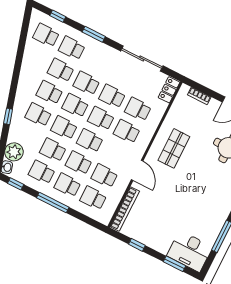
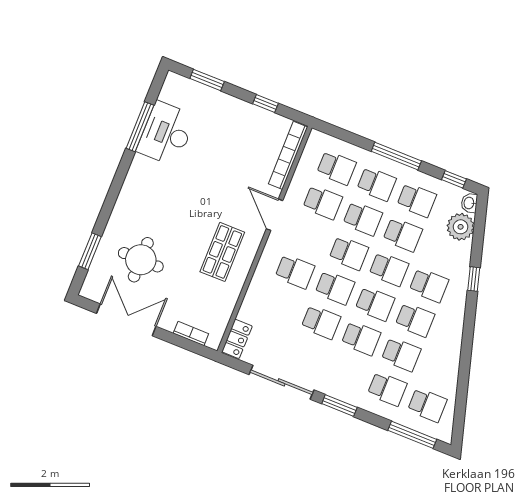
window: (58, 16) -> (412, 435), width x2.17
window: (94, 34) -> (339, 406), moved
school desk: (138, 109) -> (281, 306), removed
desk: (190, 251) -> (166, 134), moved, turned -90

